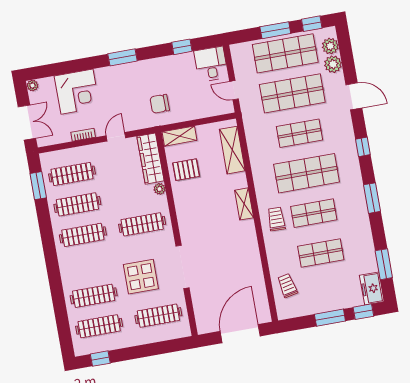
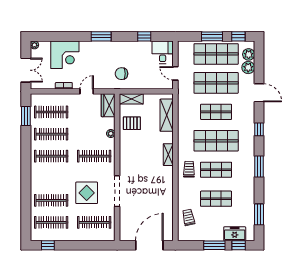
wardrobe: (150, 159) -> (108, 105), width x0.67
freezer: (372, 288) -> (235, 234), moved, turned 90

